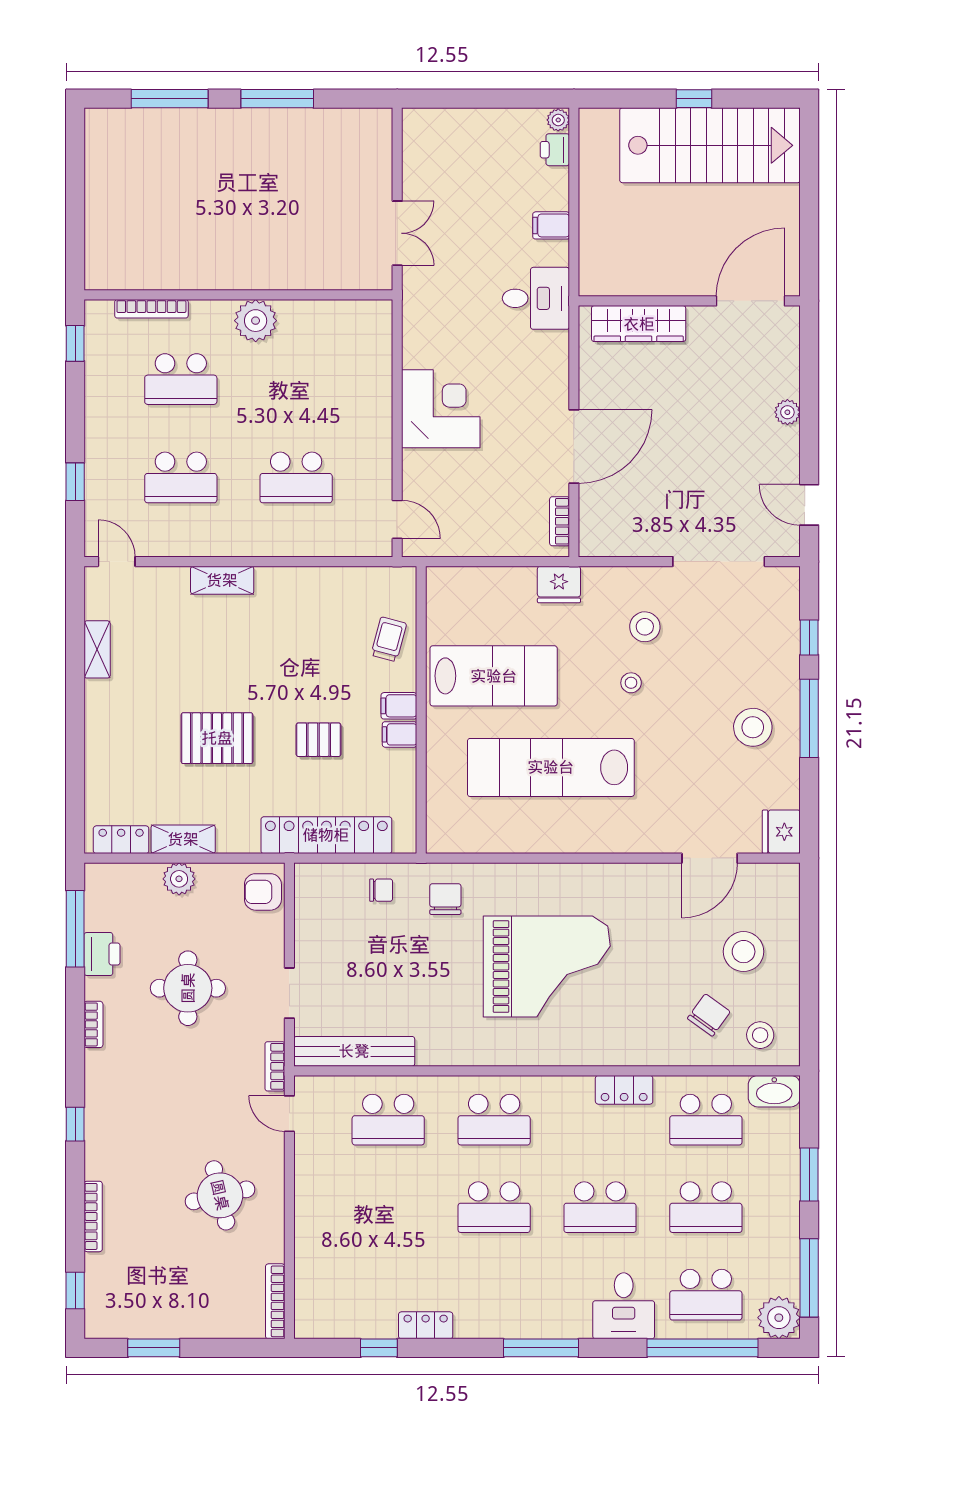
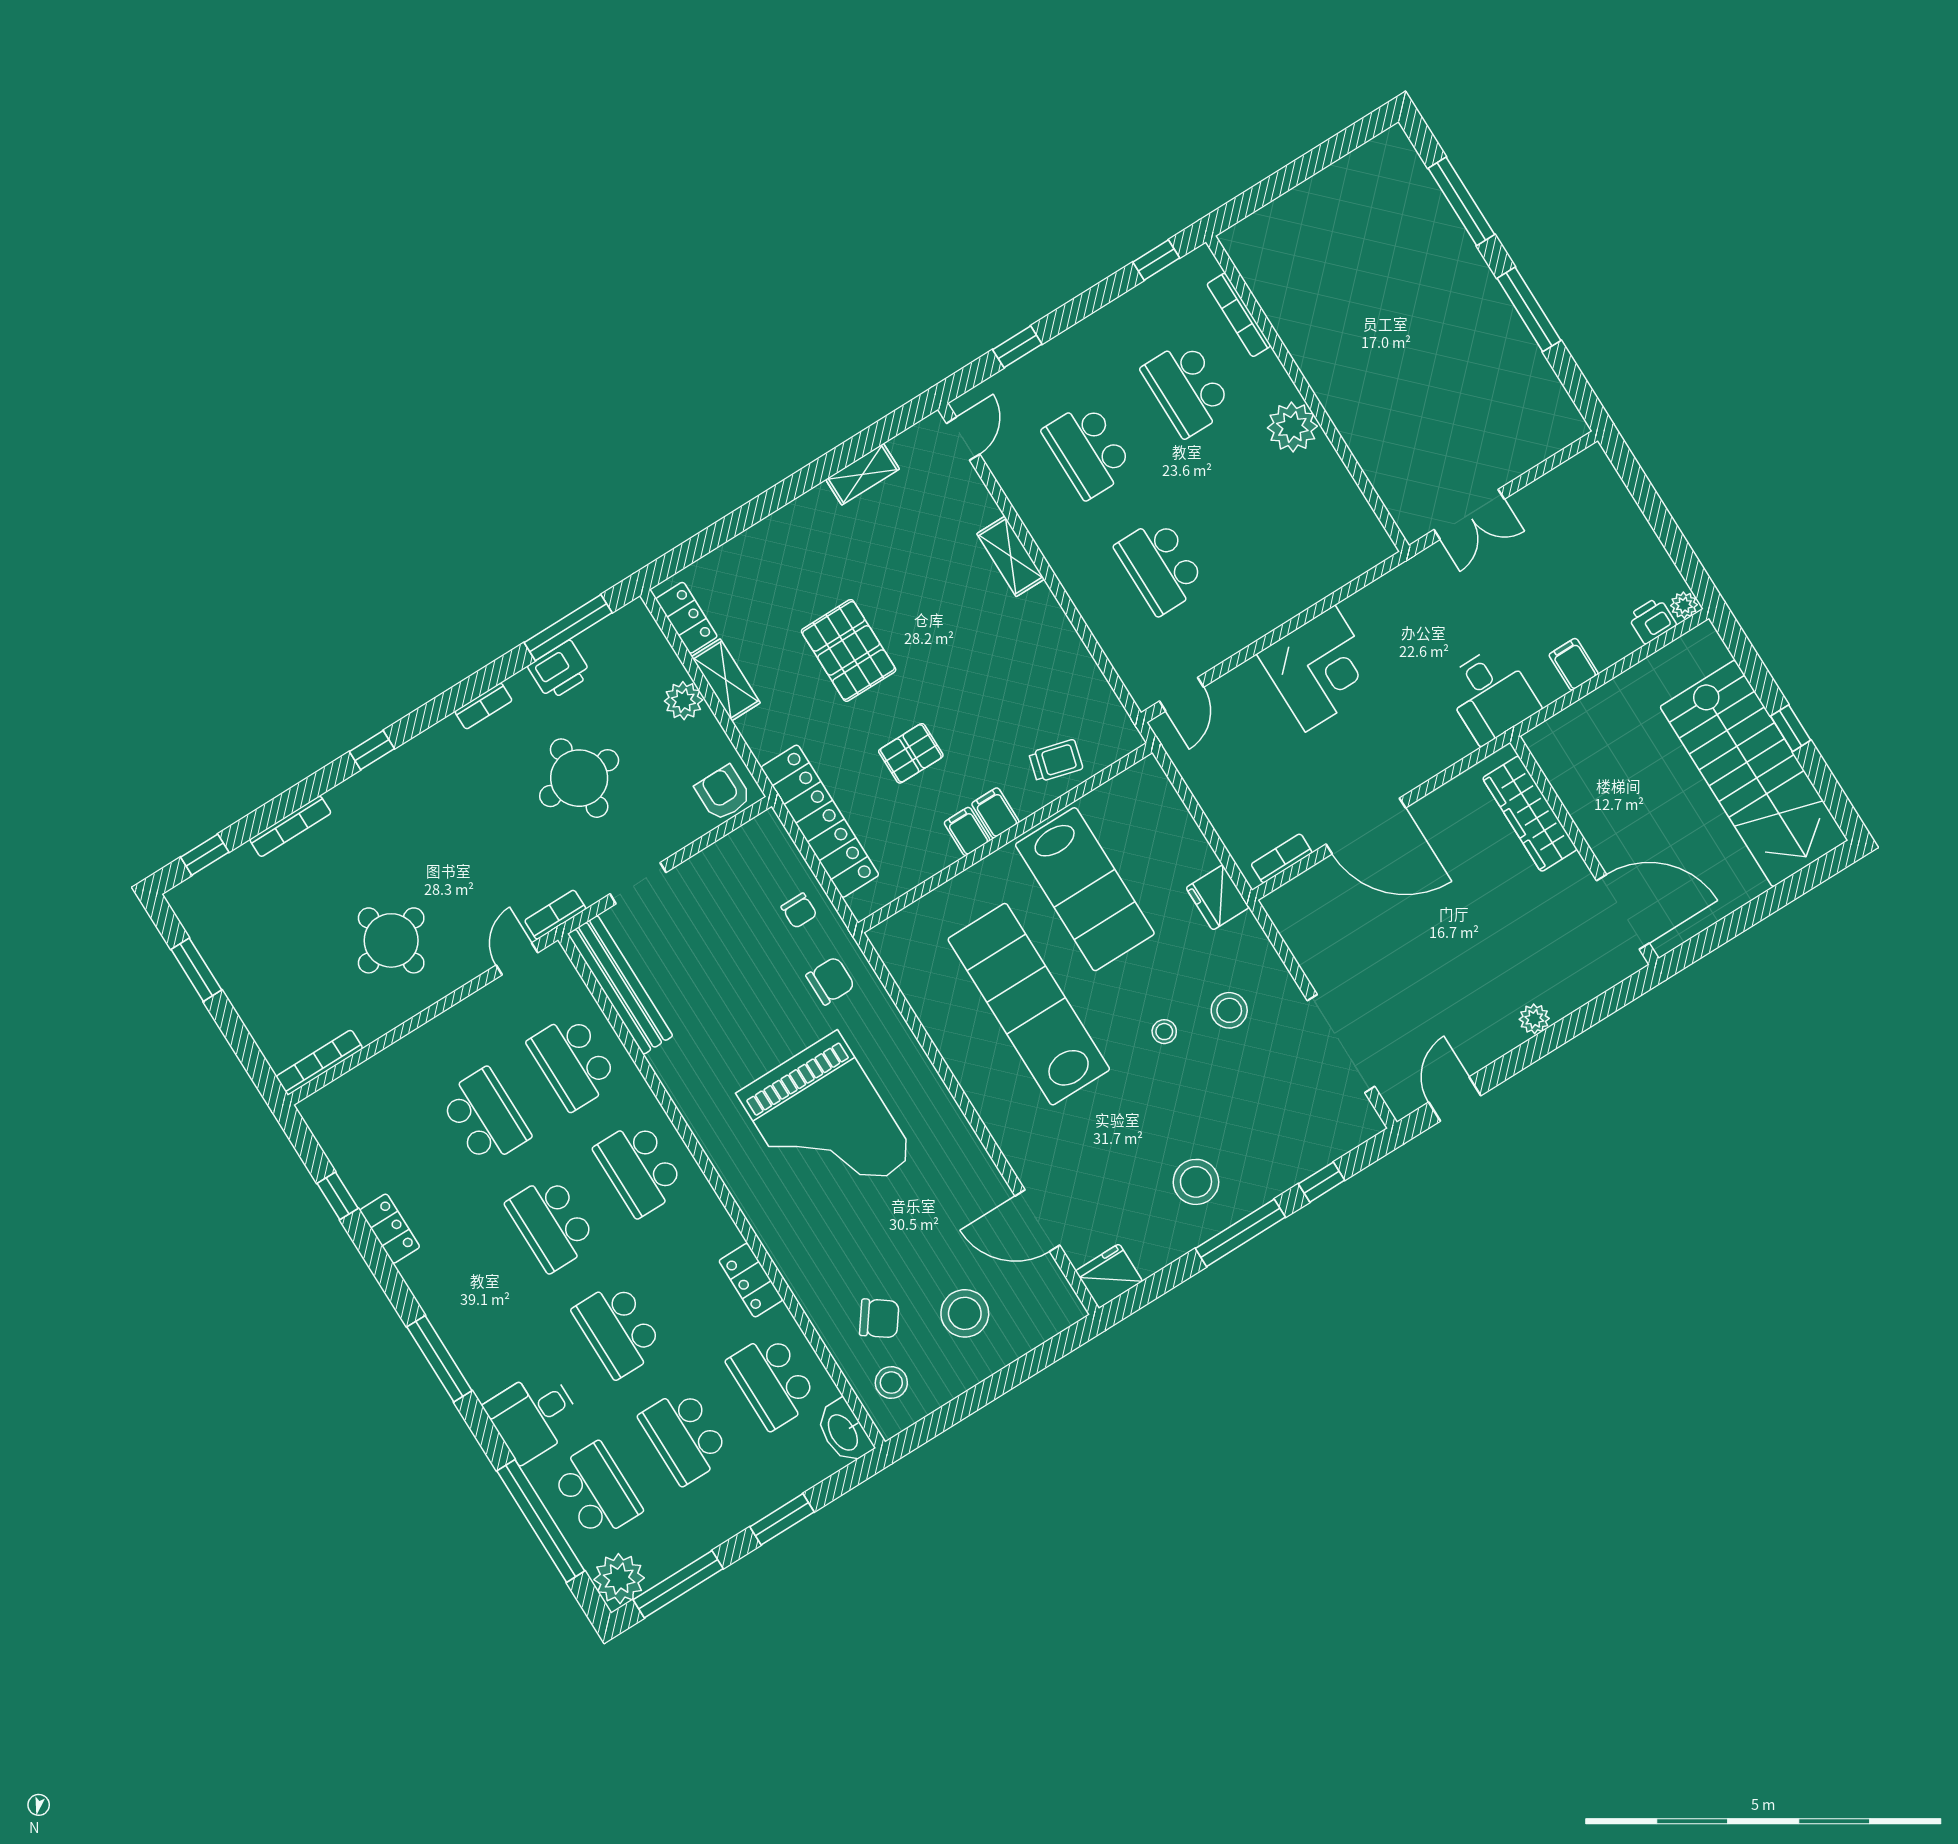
pallet: (318, 740) -> (911, 753), turned 90
school desk: (388, 1207) -> (485, 1117), added
school desk: (706, 1295) -> (596, 1491), turned 180

